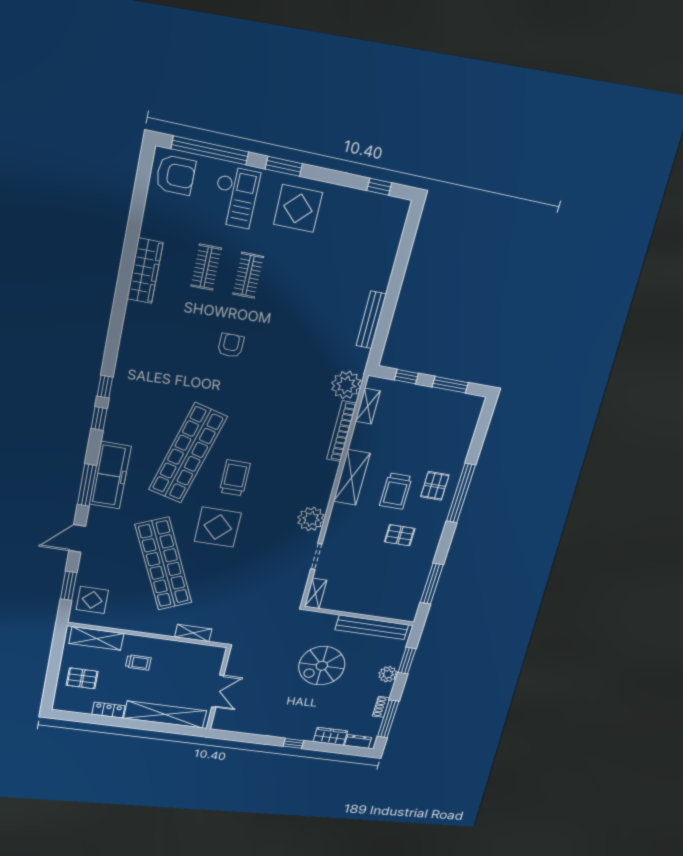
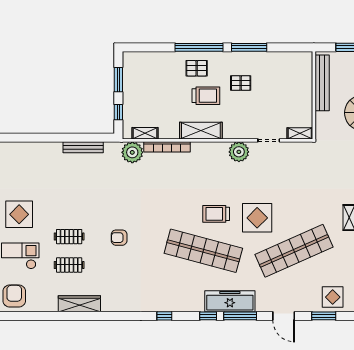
window: (99, 419) -> (208, 316), moved
pallet: (400, 535) -> (241, 83), turned 90
window: (432, 584) -> (249, 47), moved

